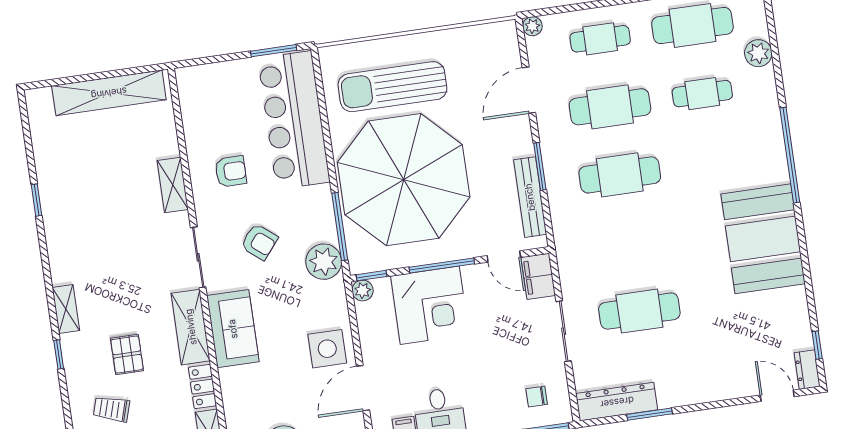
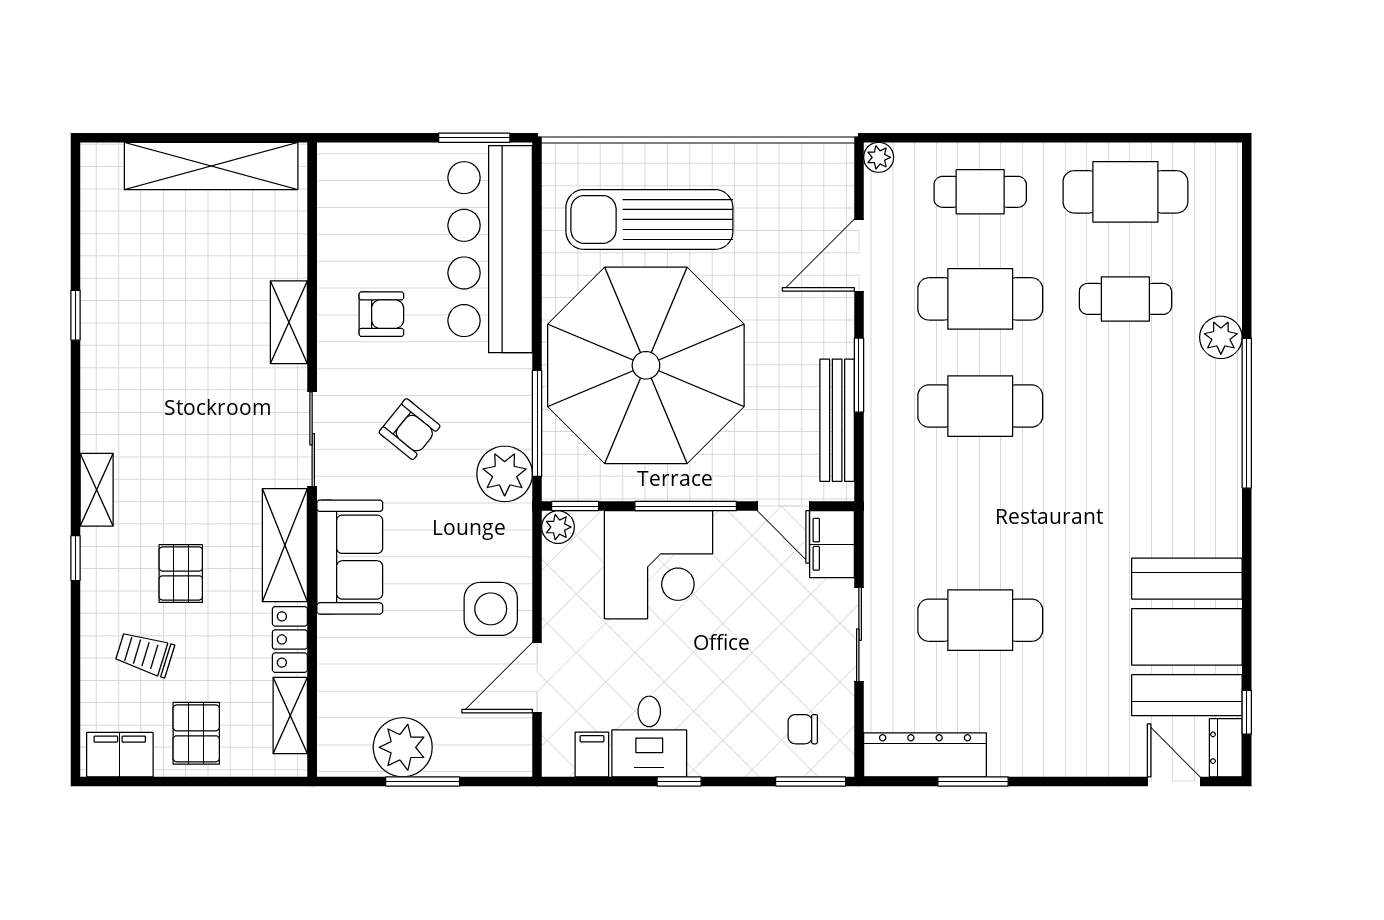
plant: (758, 53) -> (1221, 337), moved
booth: (763, 239) -> (1187, 637), moved

